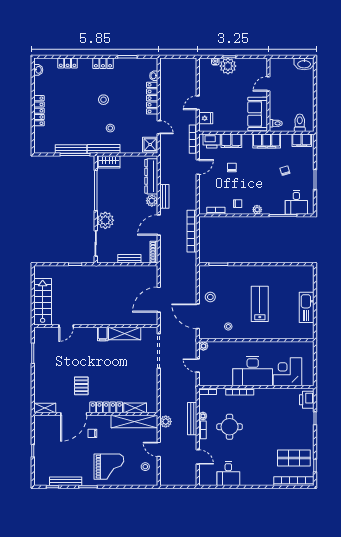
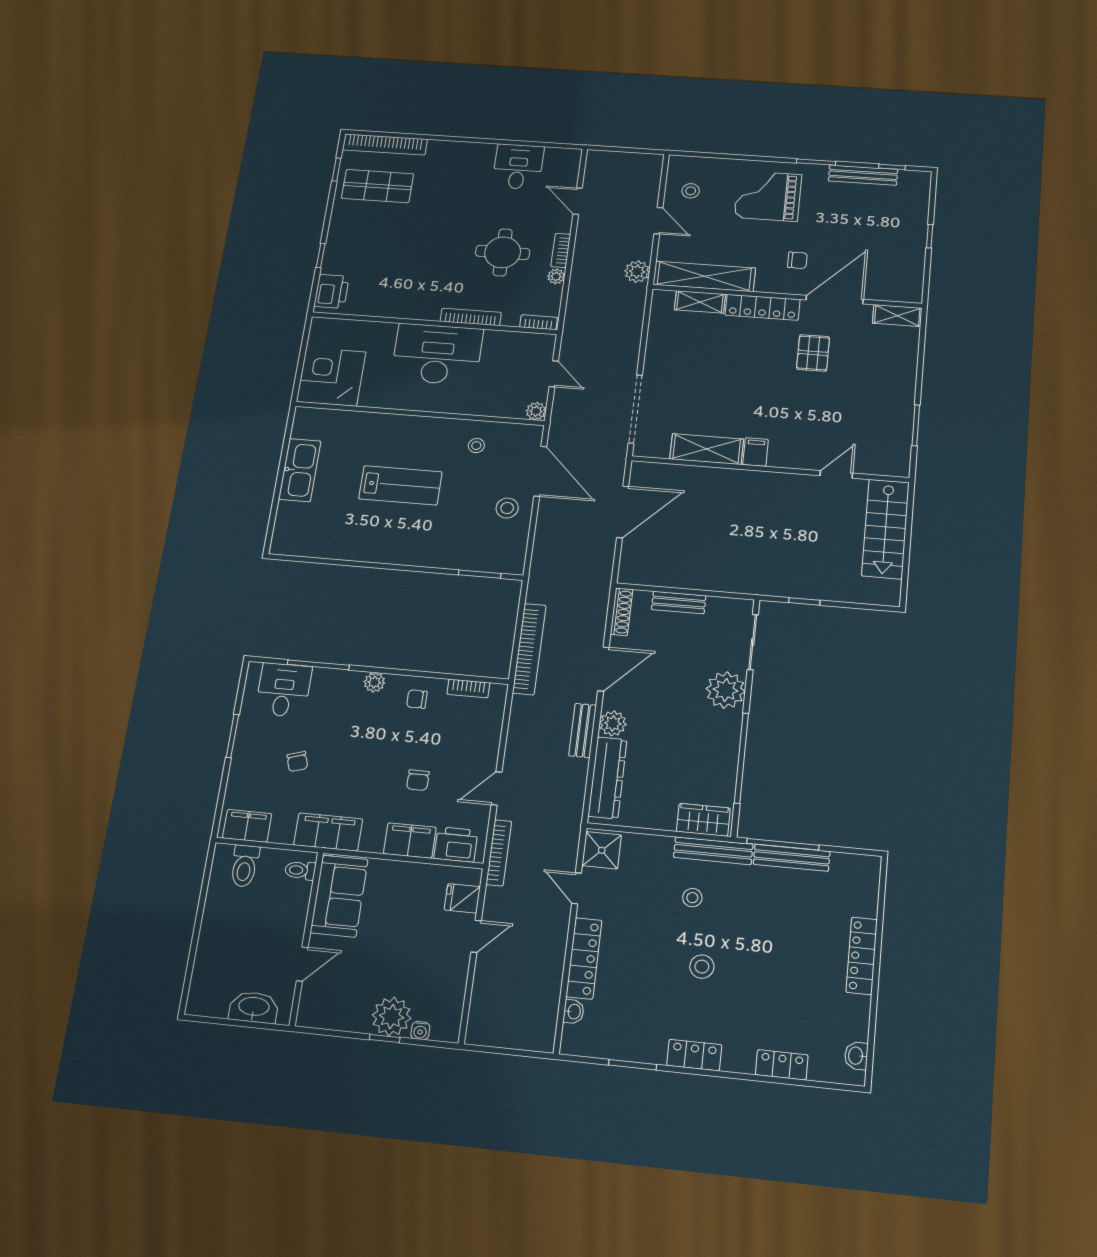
washbasin: (304, 64) -> (254, 1007), moved
lab bench: (260, 304) -> (400, 485), turned -90
corner desk: (287, 372) -> (331, 377), moved, turned 180
bench: (192, 419) -> (580, 273), removed

